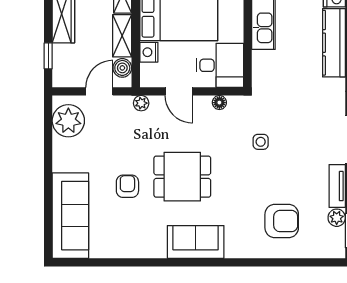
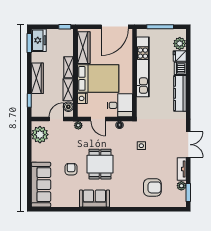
dining table: (182, 177) -> (100, 164), turned 90
sofa: (196, 242) -> (94, 199), moved

